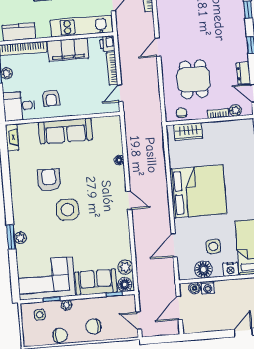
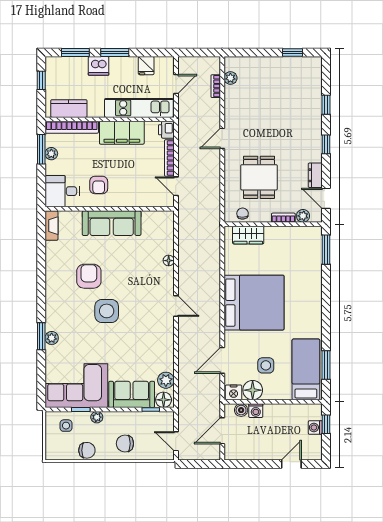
door: (120, 93) -> (176, 186), hinge flipped
nightstand: (231, 269) -> (234, 392), moved

